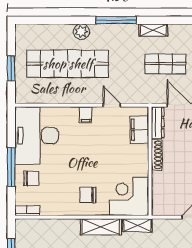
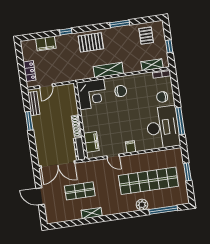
window: (116, 20) -> (163, 210), moved
window: (11, 167) -> (180, 121), moved
shelving: (137, 225) -> (152, 65), moved

